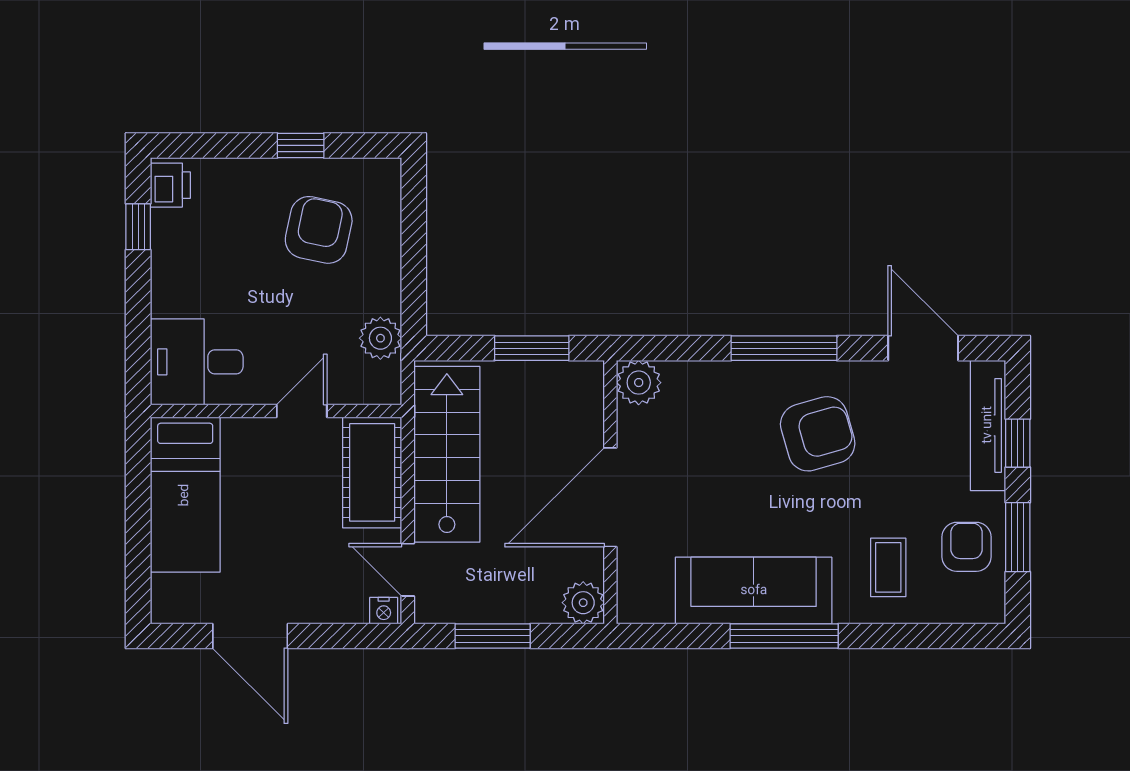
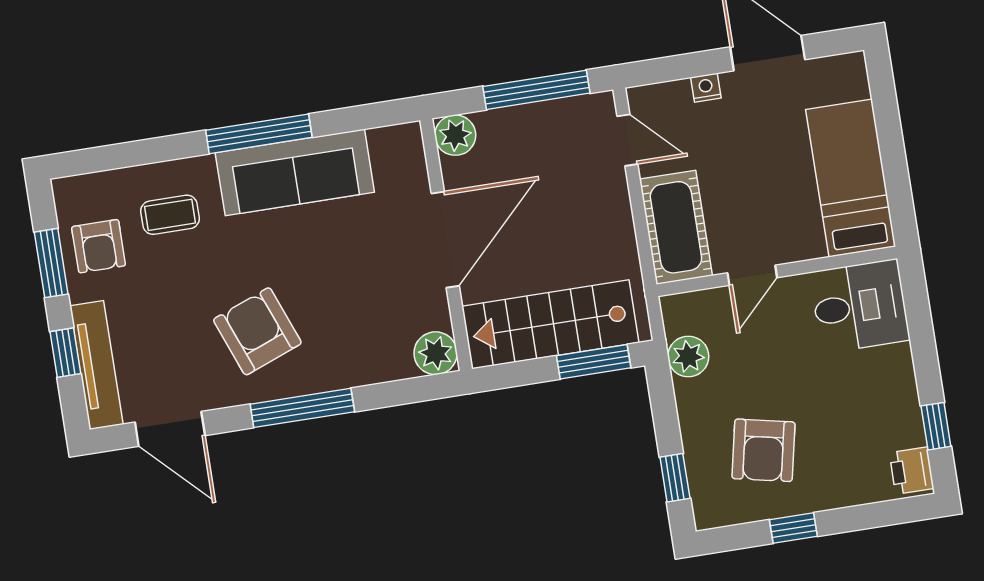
window: (414, 216) -> (675, 478), added
window: (532, 348) -> (594, 362), moved
armchair: (818, 434) -> (257, 331), turned 85
stairs: (447, 454) -> (550, 324), moved, turned 90
coffee table: (888, 567) -> (170, 215), turned 90
nightstand: (384, 611) -> (706, 88), moved
window: (493, 636) -> (536, 90), width x1.44

